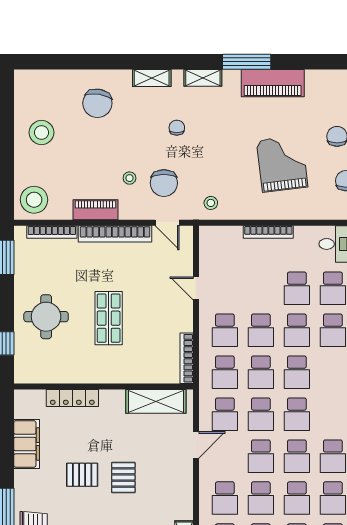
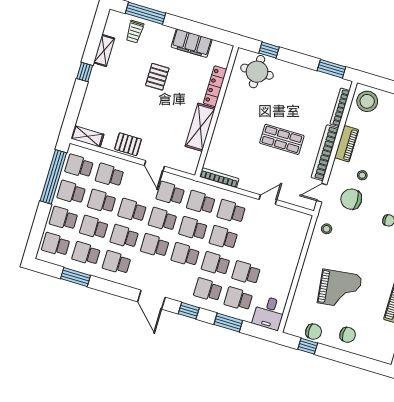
bookcase: (268, 232) -> (293, 264), removed
round table: (46, 317) -> (257, 72), moved
shop shelf: (109, 318) -> (282, 139), moved
shelving: (156, 401) -> (200, 127), moved
pallet: (123, 477) -> (128, 144), moved

